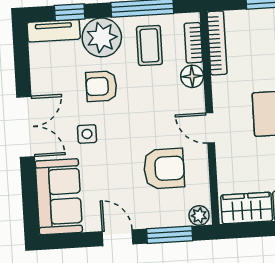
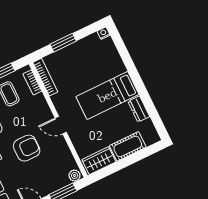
floor lamp: (192, 76) -> (39, 101), removed
armchair: (164, 169) -> (27, 148), moved

